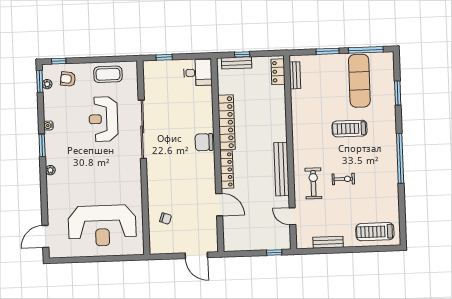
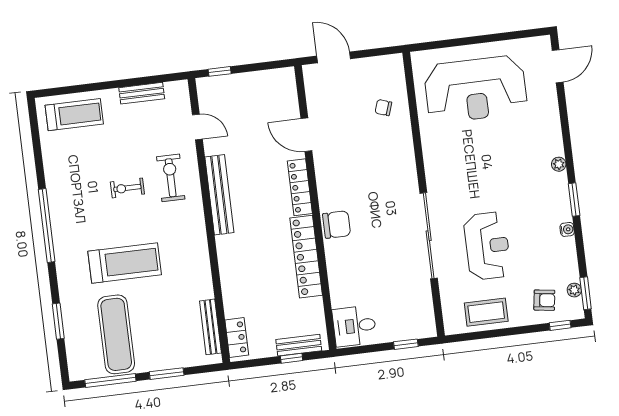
bench: (295, 75) -> (210, 327), width x1.36
treadmill: (350, 129) -> (125, 263), width x1.37, depth x1.38
exercise bike: (313, 183) -> (171, 178), turned 180
reception desk: (102, 226) -> (476, 89), turned 180

